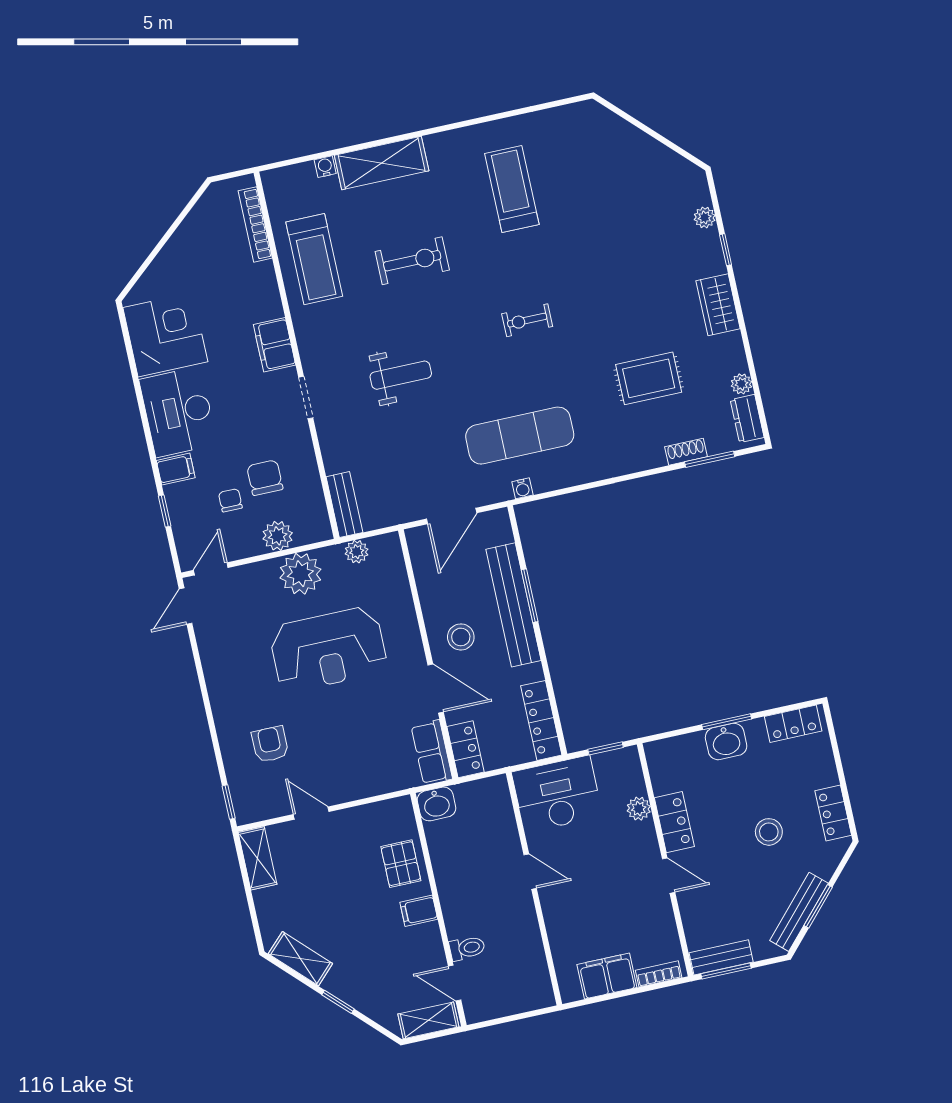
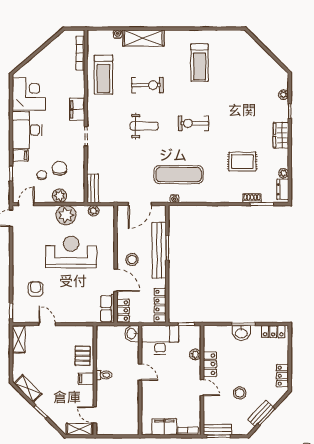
treadmill: (512, 189) -> (199, 63), turned 180
exercise bike: (527, 320) -> (193, 123), width x1.38, depth x1.39
weight bench: (401, 375) -> (144, 126), moved
reception desk: (328, 649) -> (71, 252), turned 180
washbasin: (436, 804) -> (132, 334), moved, turned 90
stool: (769, 832) -> (240, 393), moved
bench: (799, 912) -> (260, 413), width x0.73
toilet: (467, 948) -> (104, 375), moved

